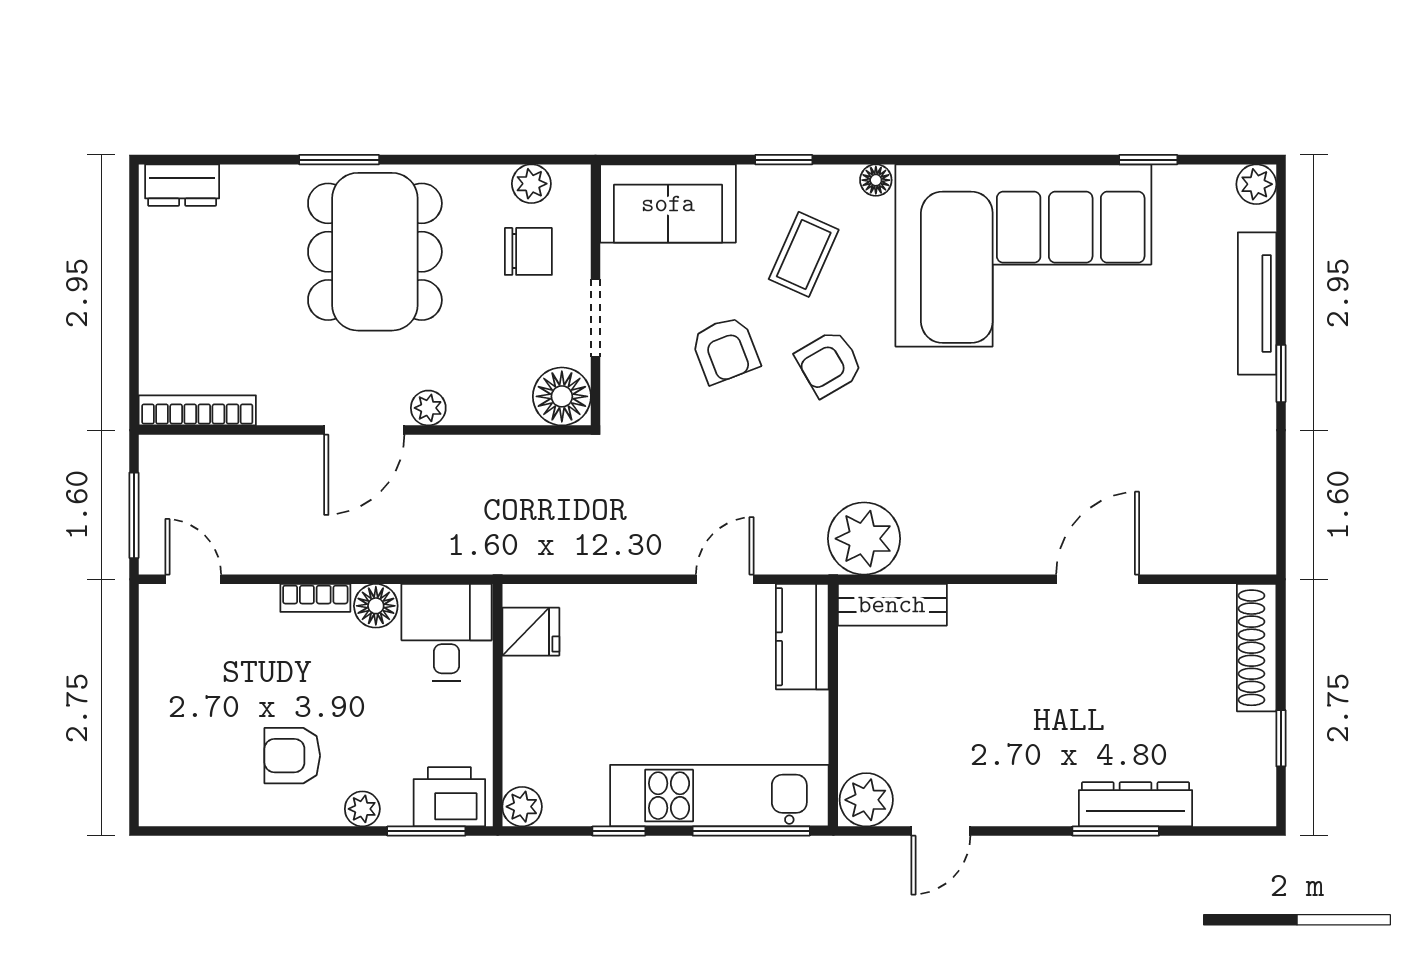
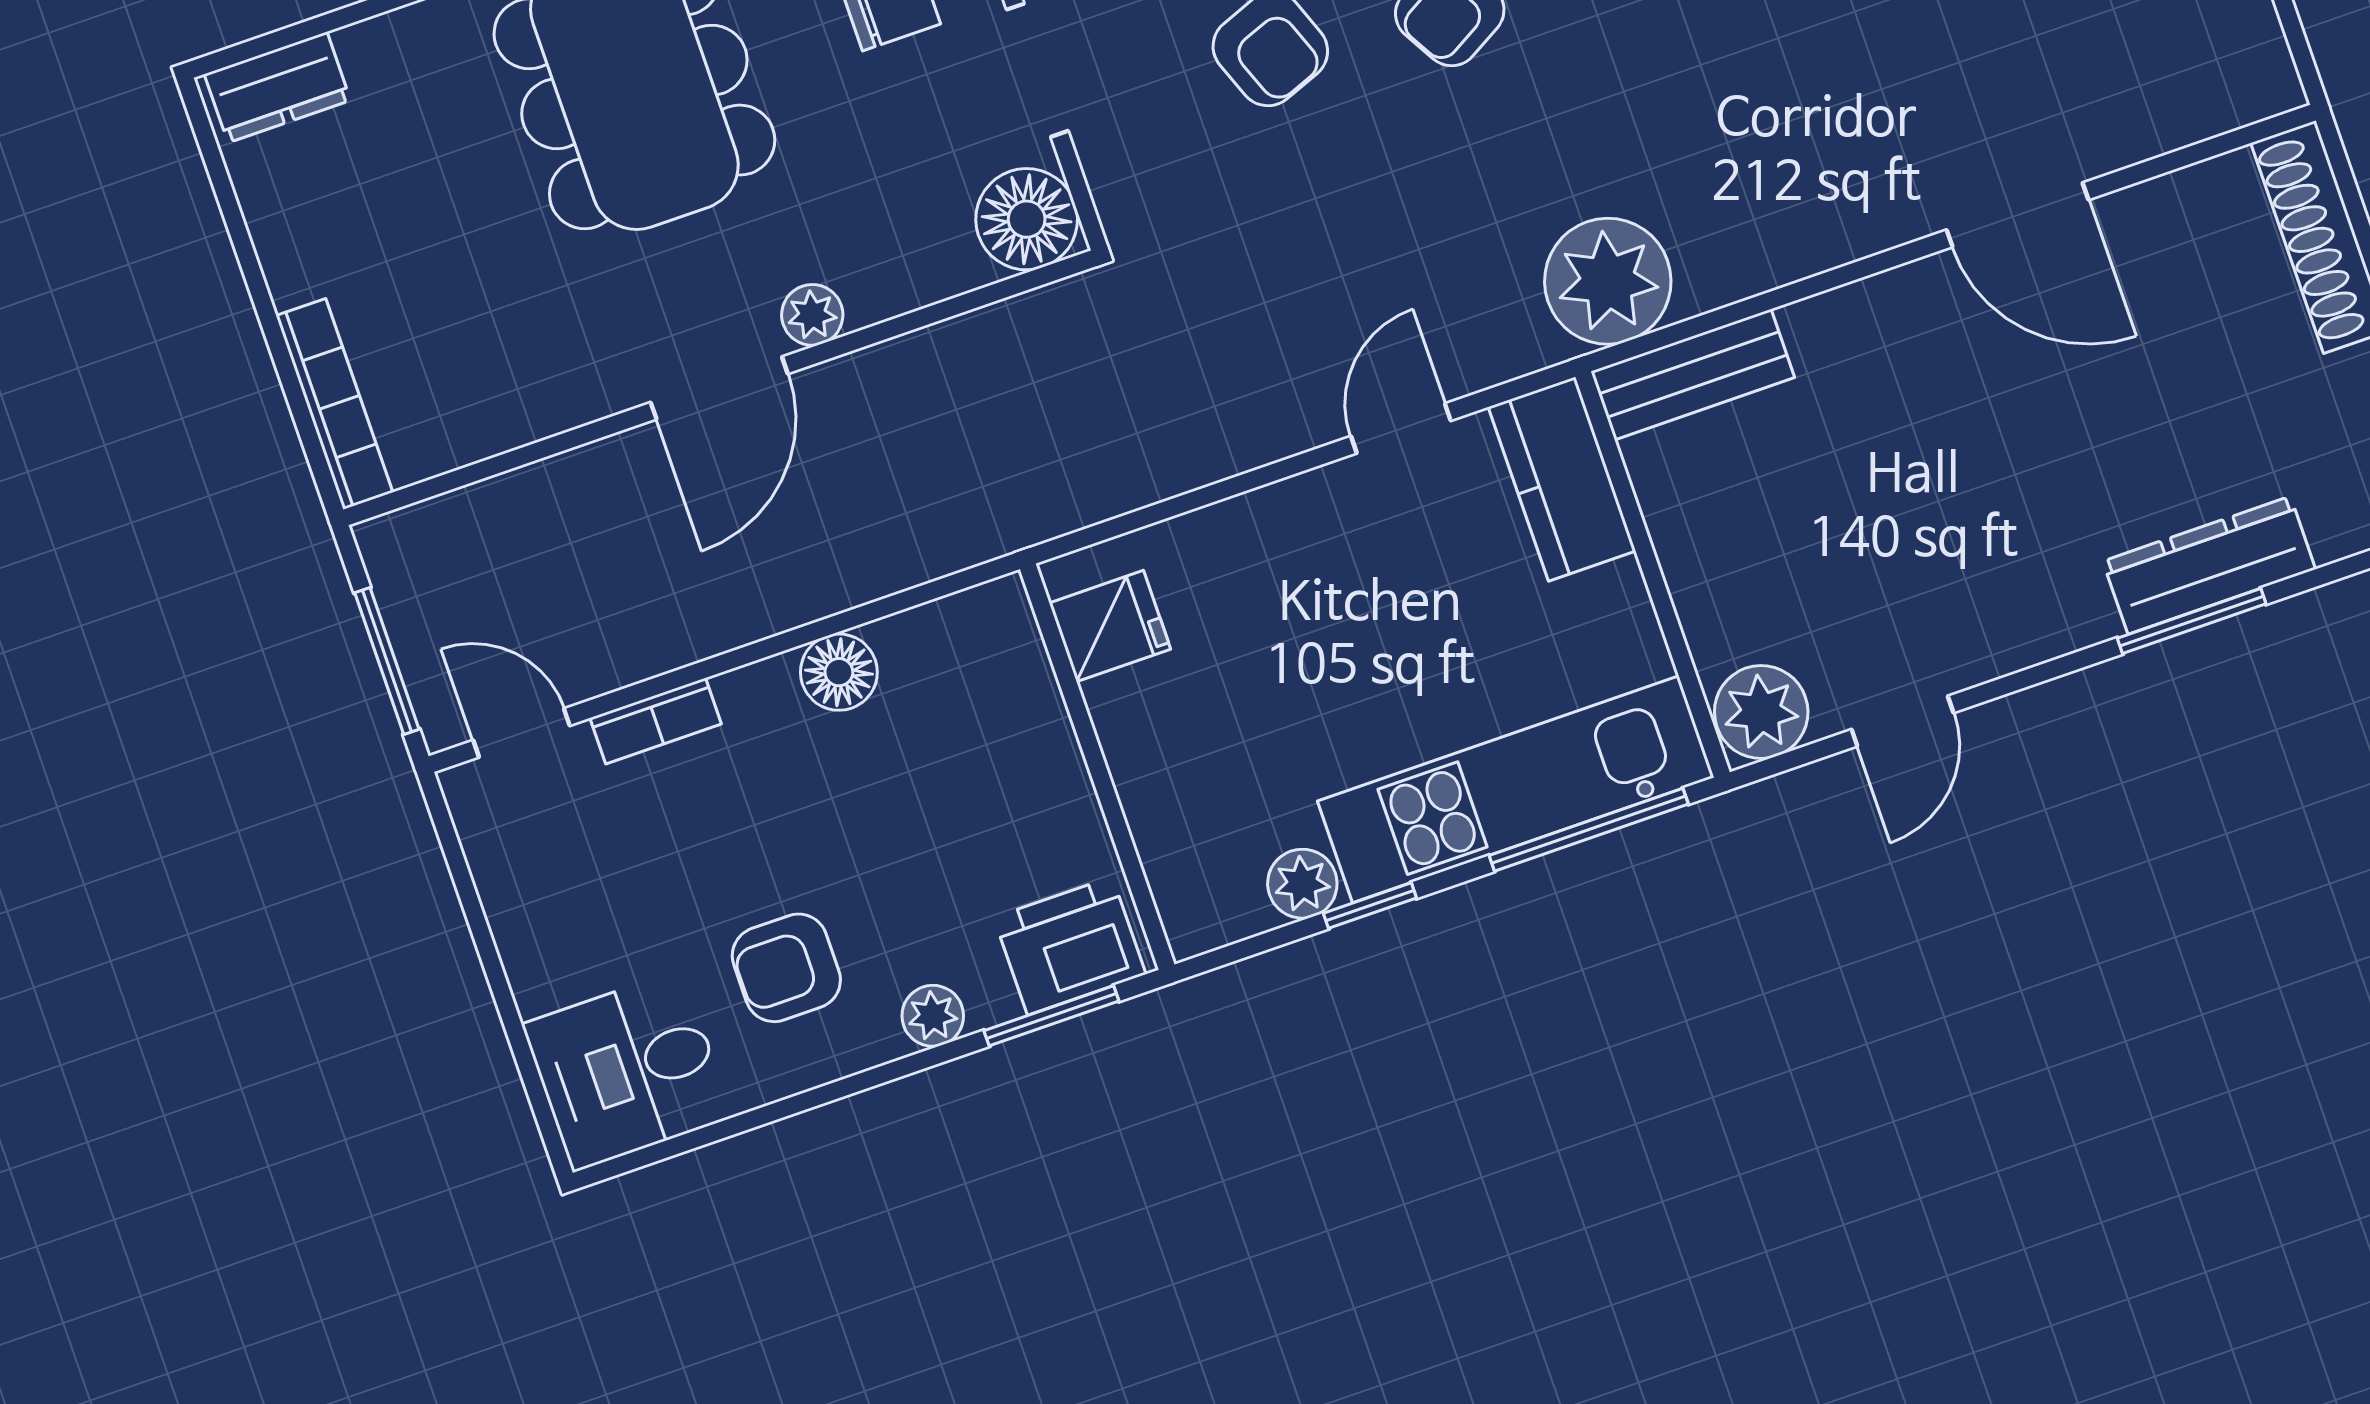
bookcase: (197, 410) -> (334, 404), moved, turned 90
door: (1098, 579) -> (2018, 215), swing flipped
bookcase: (315, 598) -> (656, 721), moved
desk: (447, 633) -> (627, 1071), moved, turned -90
plant: (522, 807) -> (1302, 884), moved

